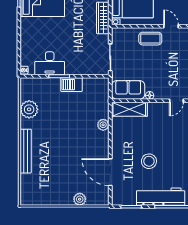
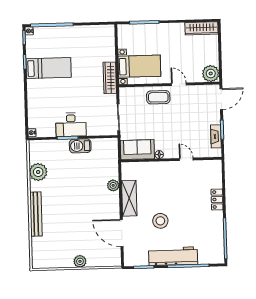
desk: (50, 63) -> (71, 125), moved
door: (176, 101) -> (186, 159), swing flipped
shelving: (129, 109) -> (129, 198), moved, turned 90
plant: (80, 199) -> (80, 261), moved

